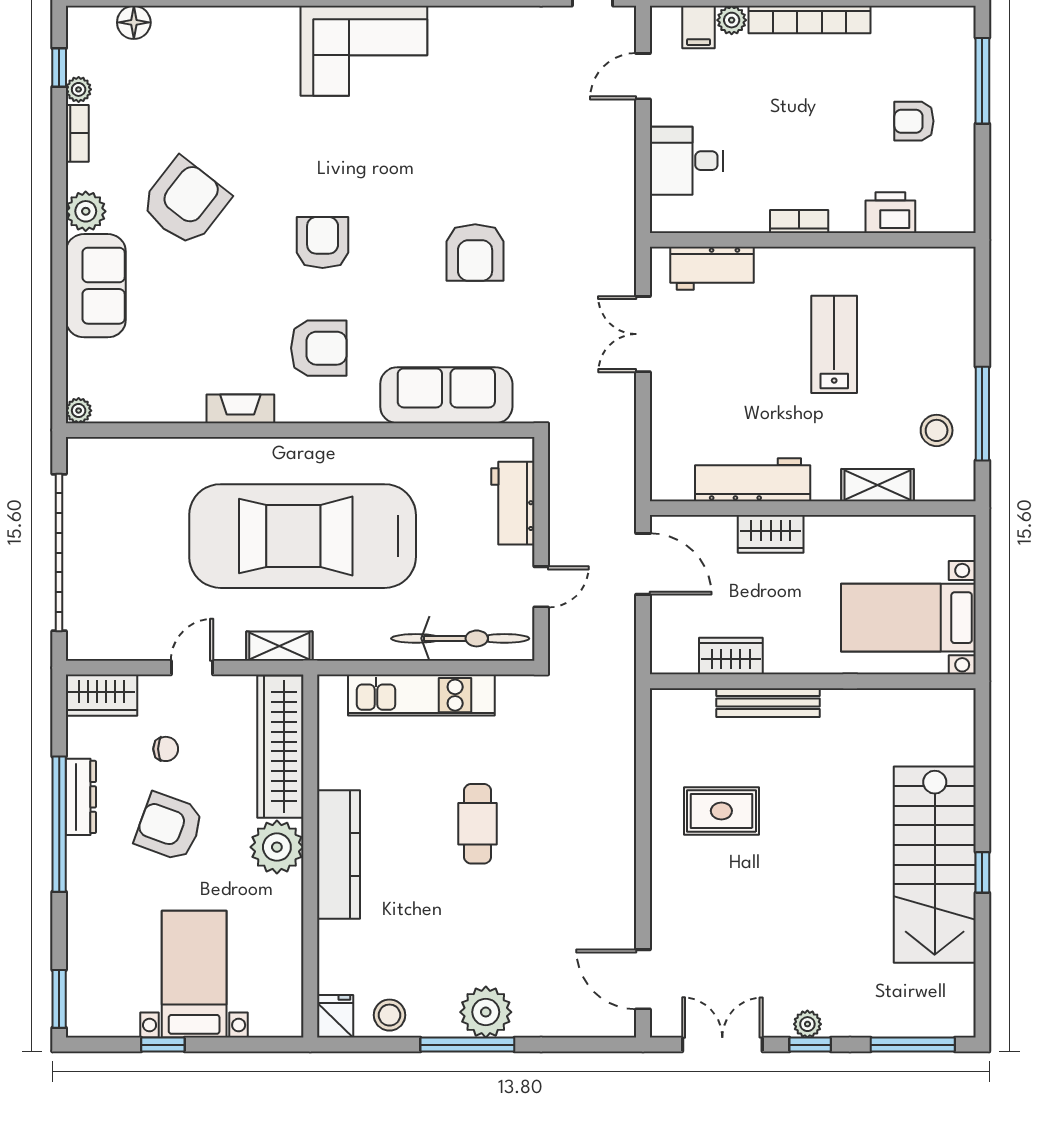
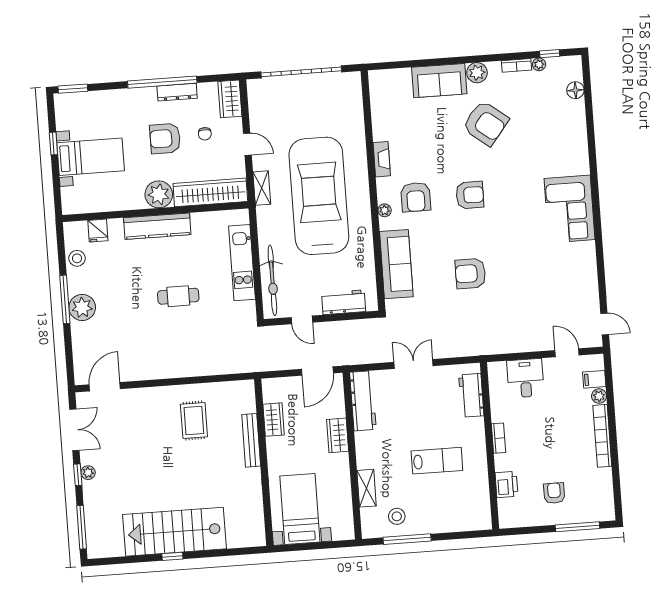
double door: (643, 334) -> (414, 364), moved
plant: (79, 411) -> (385, 210), moved
workbench: (753, 480) -> (363, 401), moved
armchair: (169, 827) -> (165, 139), turned -110
fridge: (335, 1016) -> (98, 231), moved, turned 90

